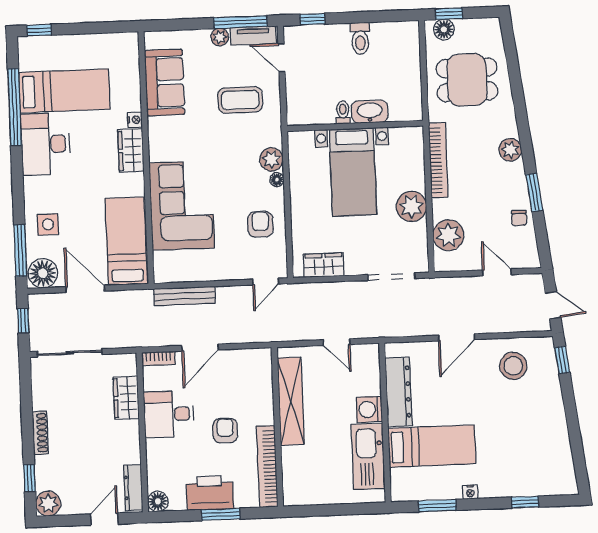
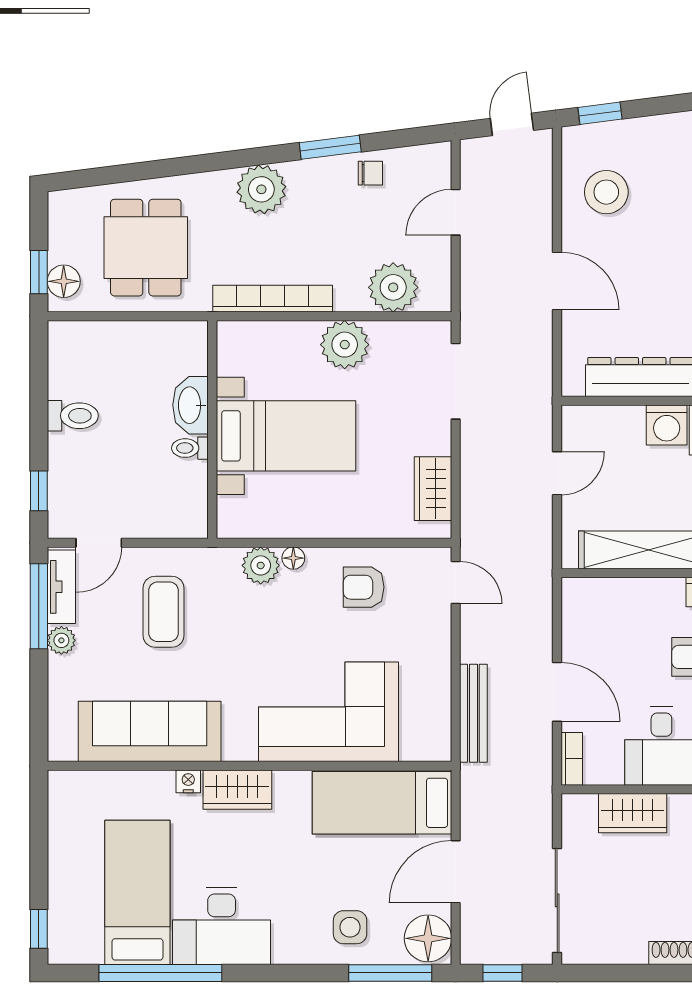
sofa: (165, 83) -> (150, 731), width x1.36
plant: (510, 150) -> (261, 189), width x1.36, depth x1.36

